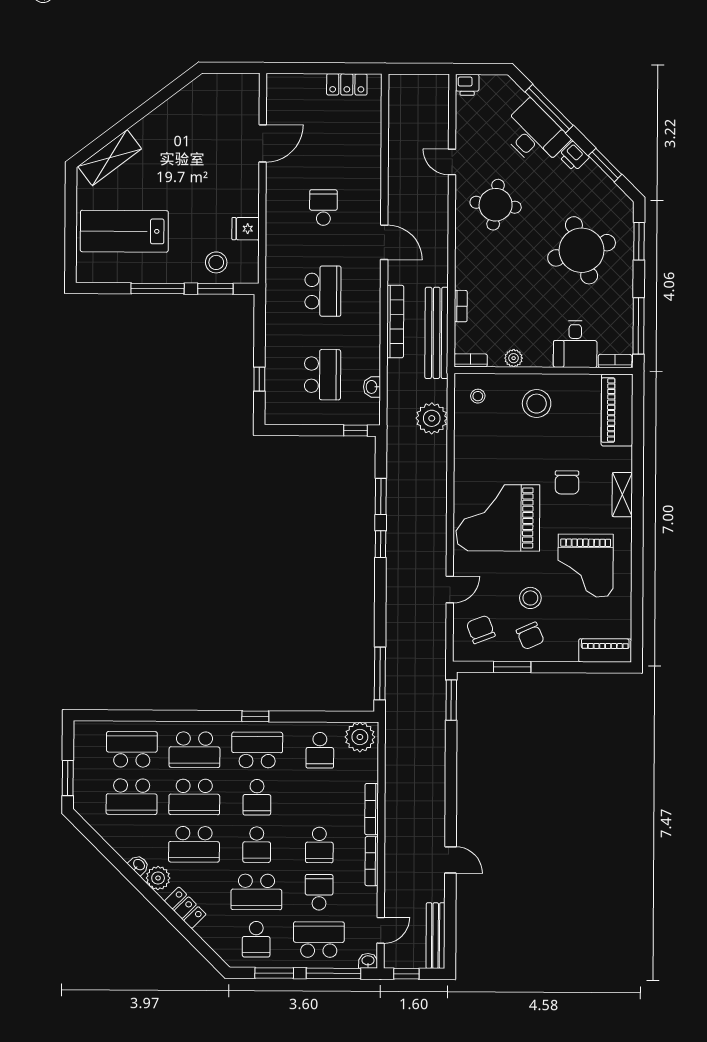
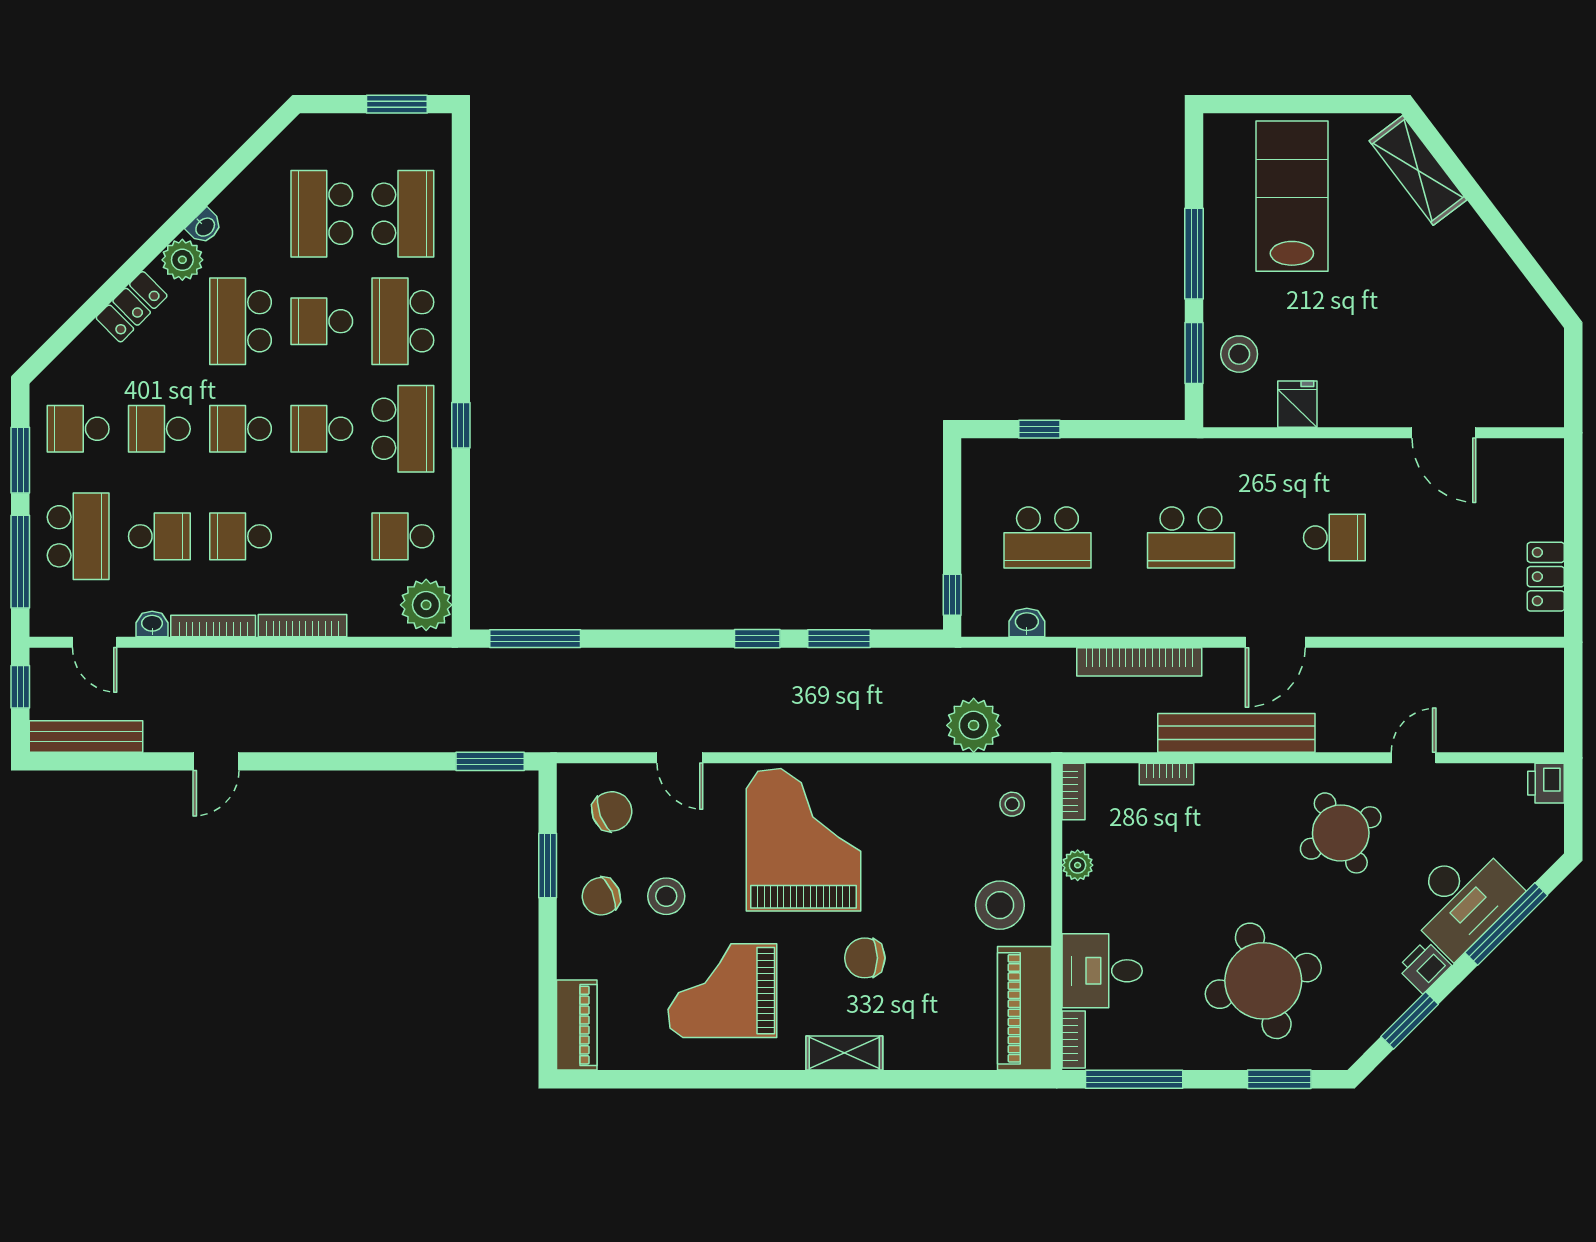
round table: (496, 205) -> (1341, 833), turned -35
bench: (437, 333) -> (1236, 733), moved
piano: (617, 410) -> (1024, 1008), moved, turned -90
window: (68, 778) -> (397, 104), moved
school desk: (194, 797) -> (322, 321), width x0.54
school desk: (256, 892) -> (159, 429), width x0.54
washbasin: (368, 961) -> (152, 624), moved, turned -90

